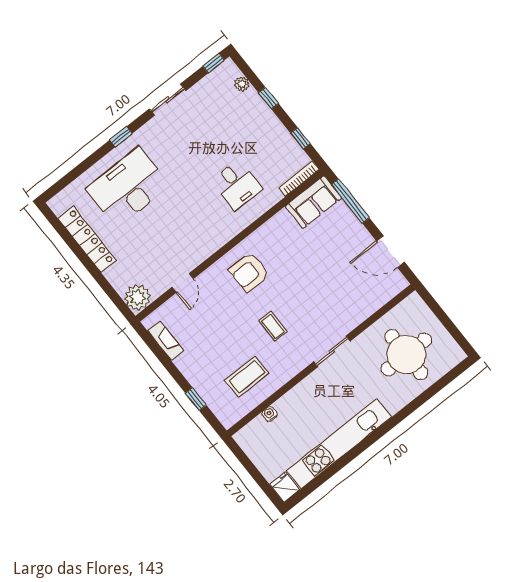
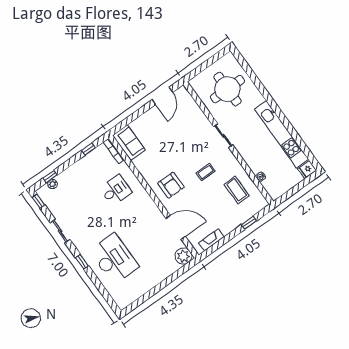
window: (268, 98) -> (50, 177), moved
desk: (128, 187) -> (114, 259), turned 180
window: (350, 201) -> (129, 120), removed
locker: (87, 239) -> (145, 286), removed
door: (183, 283) -> (176, 227), width x1.87

